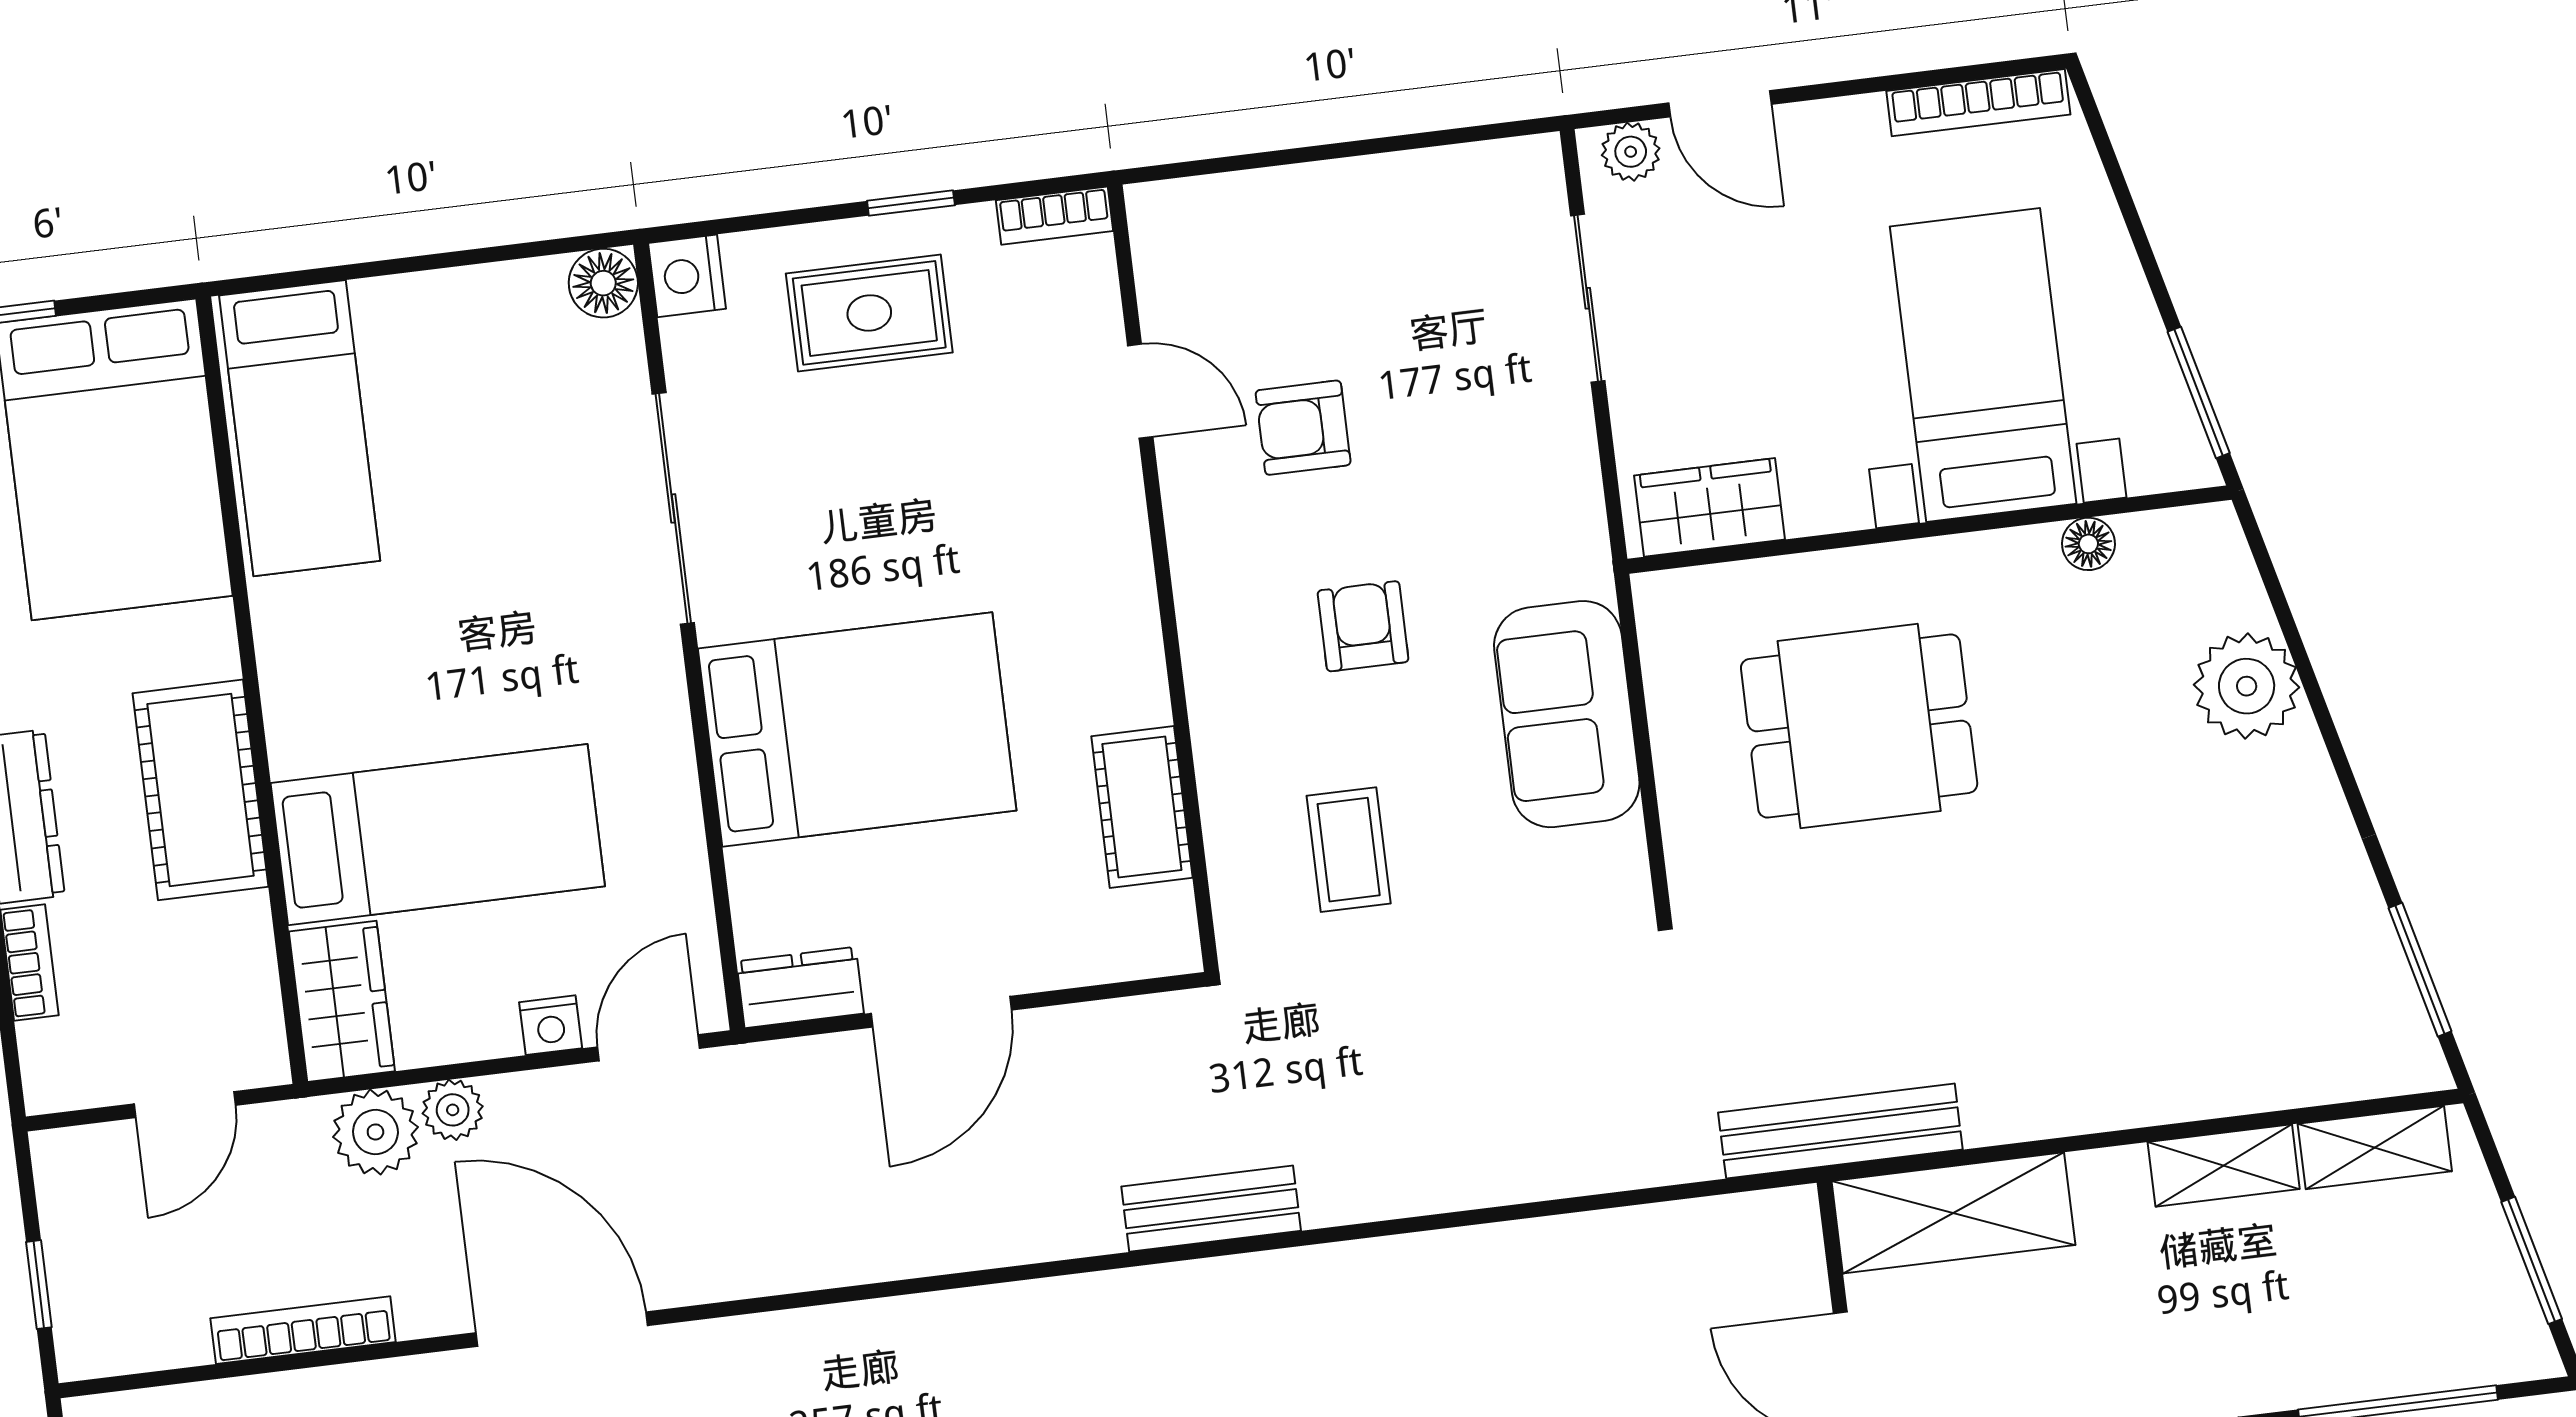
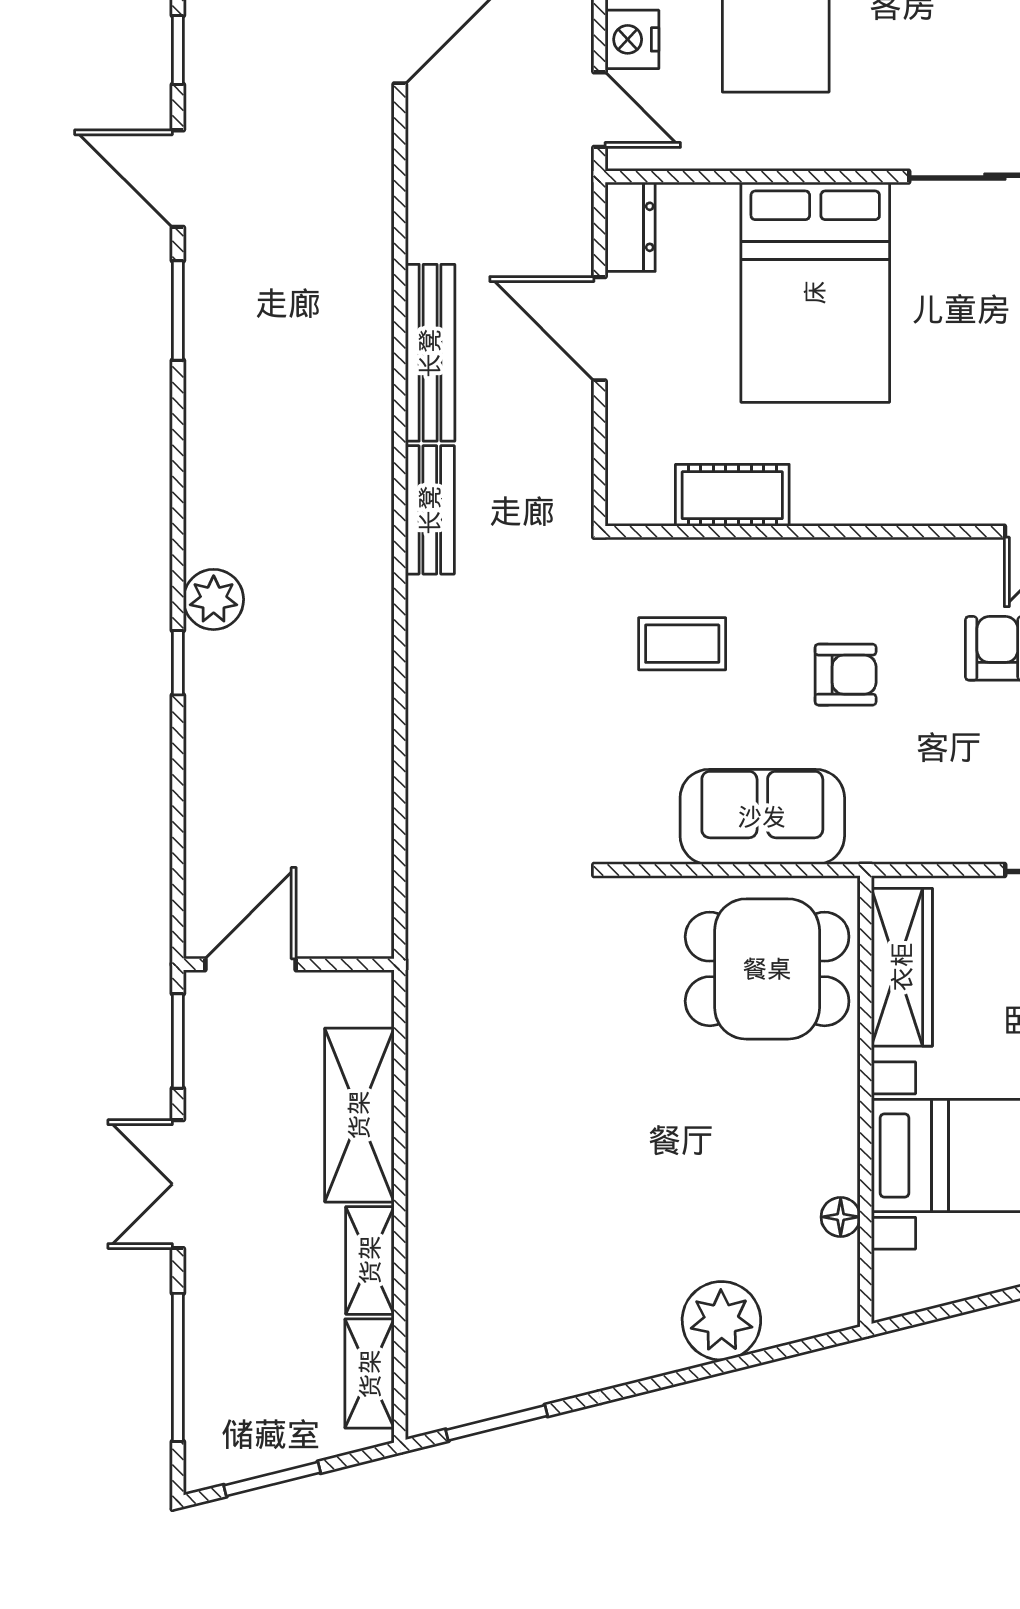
window: (2199, 392) -> (942, 1312), removed
wardrobe: (1710, 507) -> (902, 967), width x1.50
dining table: (1859, 726) -> (767, 969), moved, turned 90
nightstand: (551, 1025) -> (632, 39), width x1.39, depth x1.35
bench: (1840, 1131) -> (430, 353), moved
shelving: (1953, 1213) -> (359, 1115), moved

